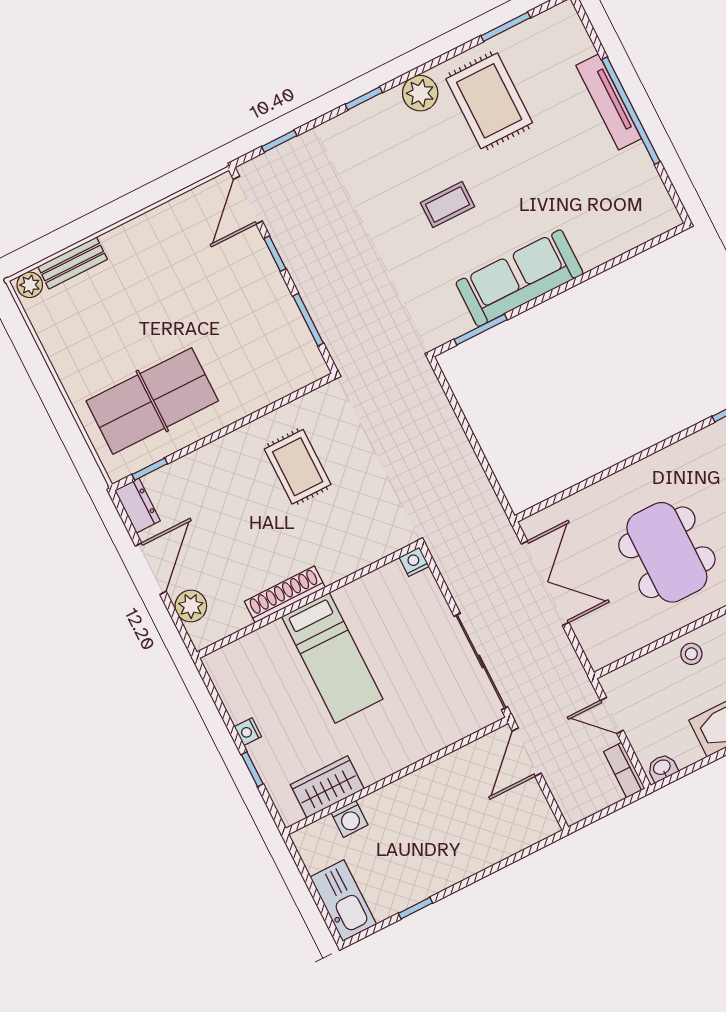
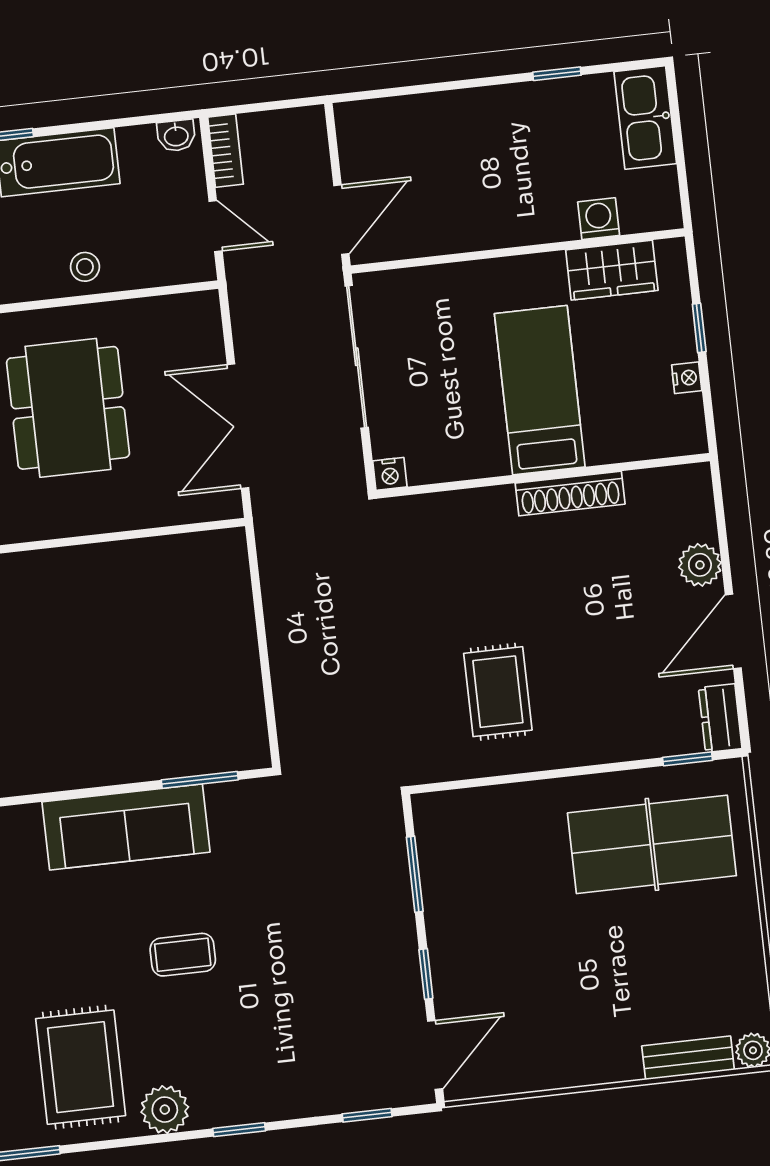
nightstand: (414, 562) -> (390, 474), moved
shoe rack: (285, 594) -> (570, 494), moved
wall: (308, 600) -> (543, 476), moved
bed: (332, 658) -> (540, 390), moved

